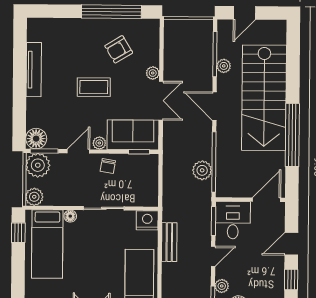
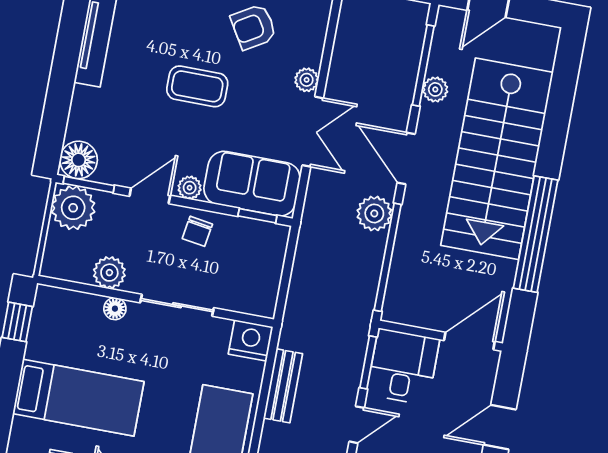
plant: (202, 170) -> (374, 213), moved
plant: (34, 197) -> (109, 273), moved
bed: (47, 244) -> (78, 398), moved, turned -90

